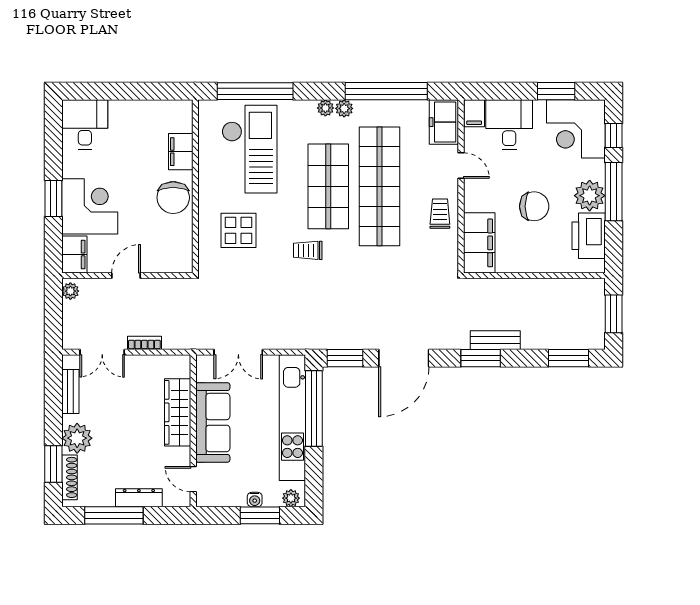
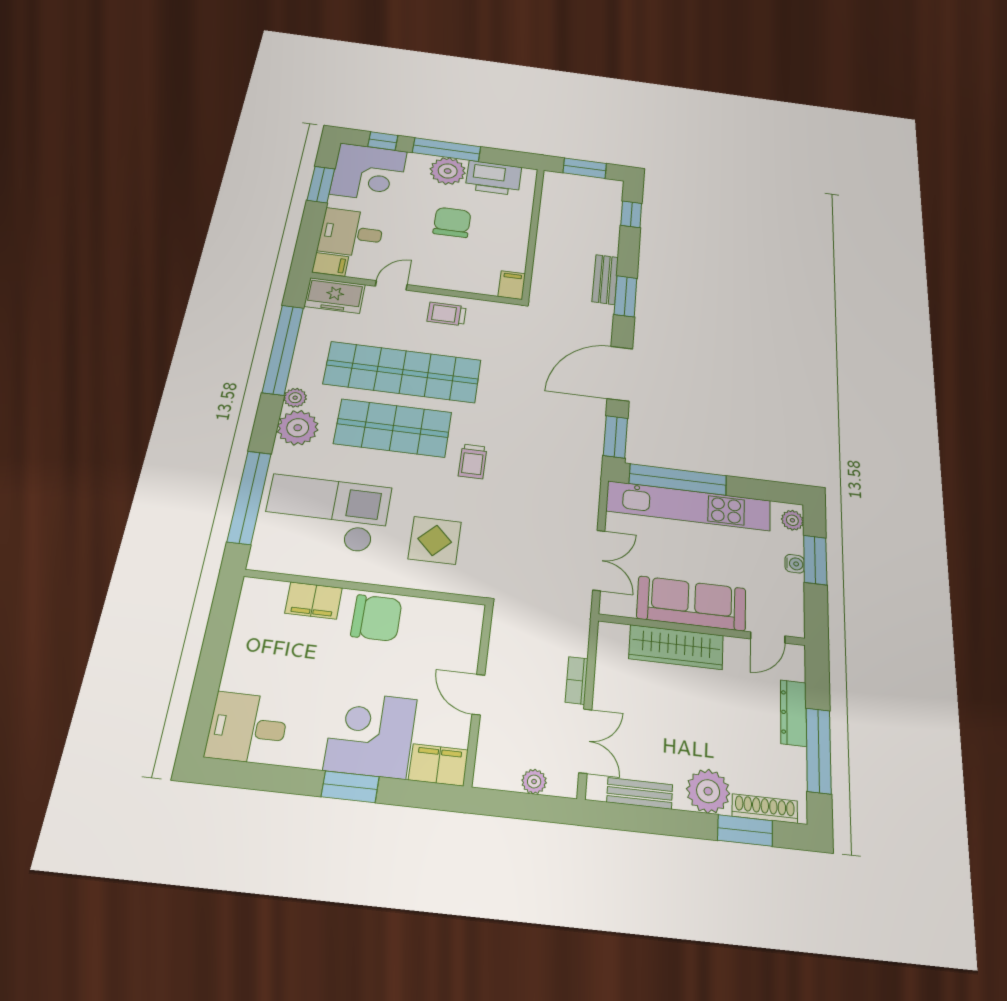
plant: (325, 108) -> (298, 428), width x1.87, depth x1.87
filing cabinet: (479, 243) -> (512, 285), width x0.33, depth x0.86
plant: (70, 291) -> (534, 782), moved
door: (404, 358) -> (620, 374), swing flipped
window: (569, 358) -> (631, 214), width x0.67

